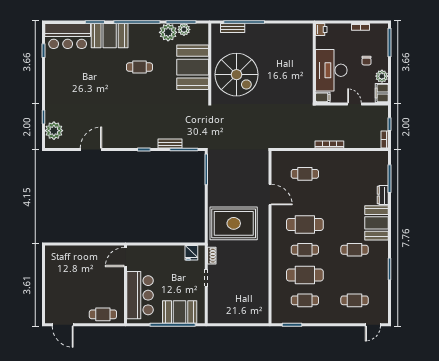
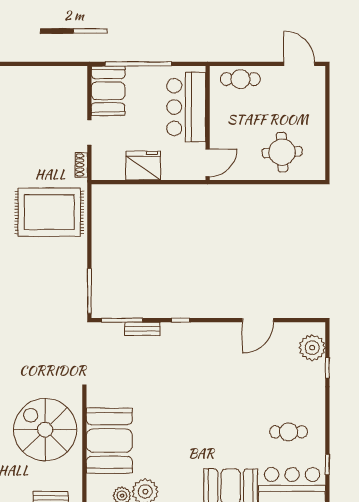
cafe table: (139, 67) -> (288, 432), moved
fridge: (191, 253) -> (143, 166), moved, width x1.88, depth x1.34
round table: (74, 264) -> (282, 152), added
booth: (180, 312) -> (108, 91), moved, turned 90

